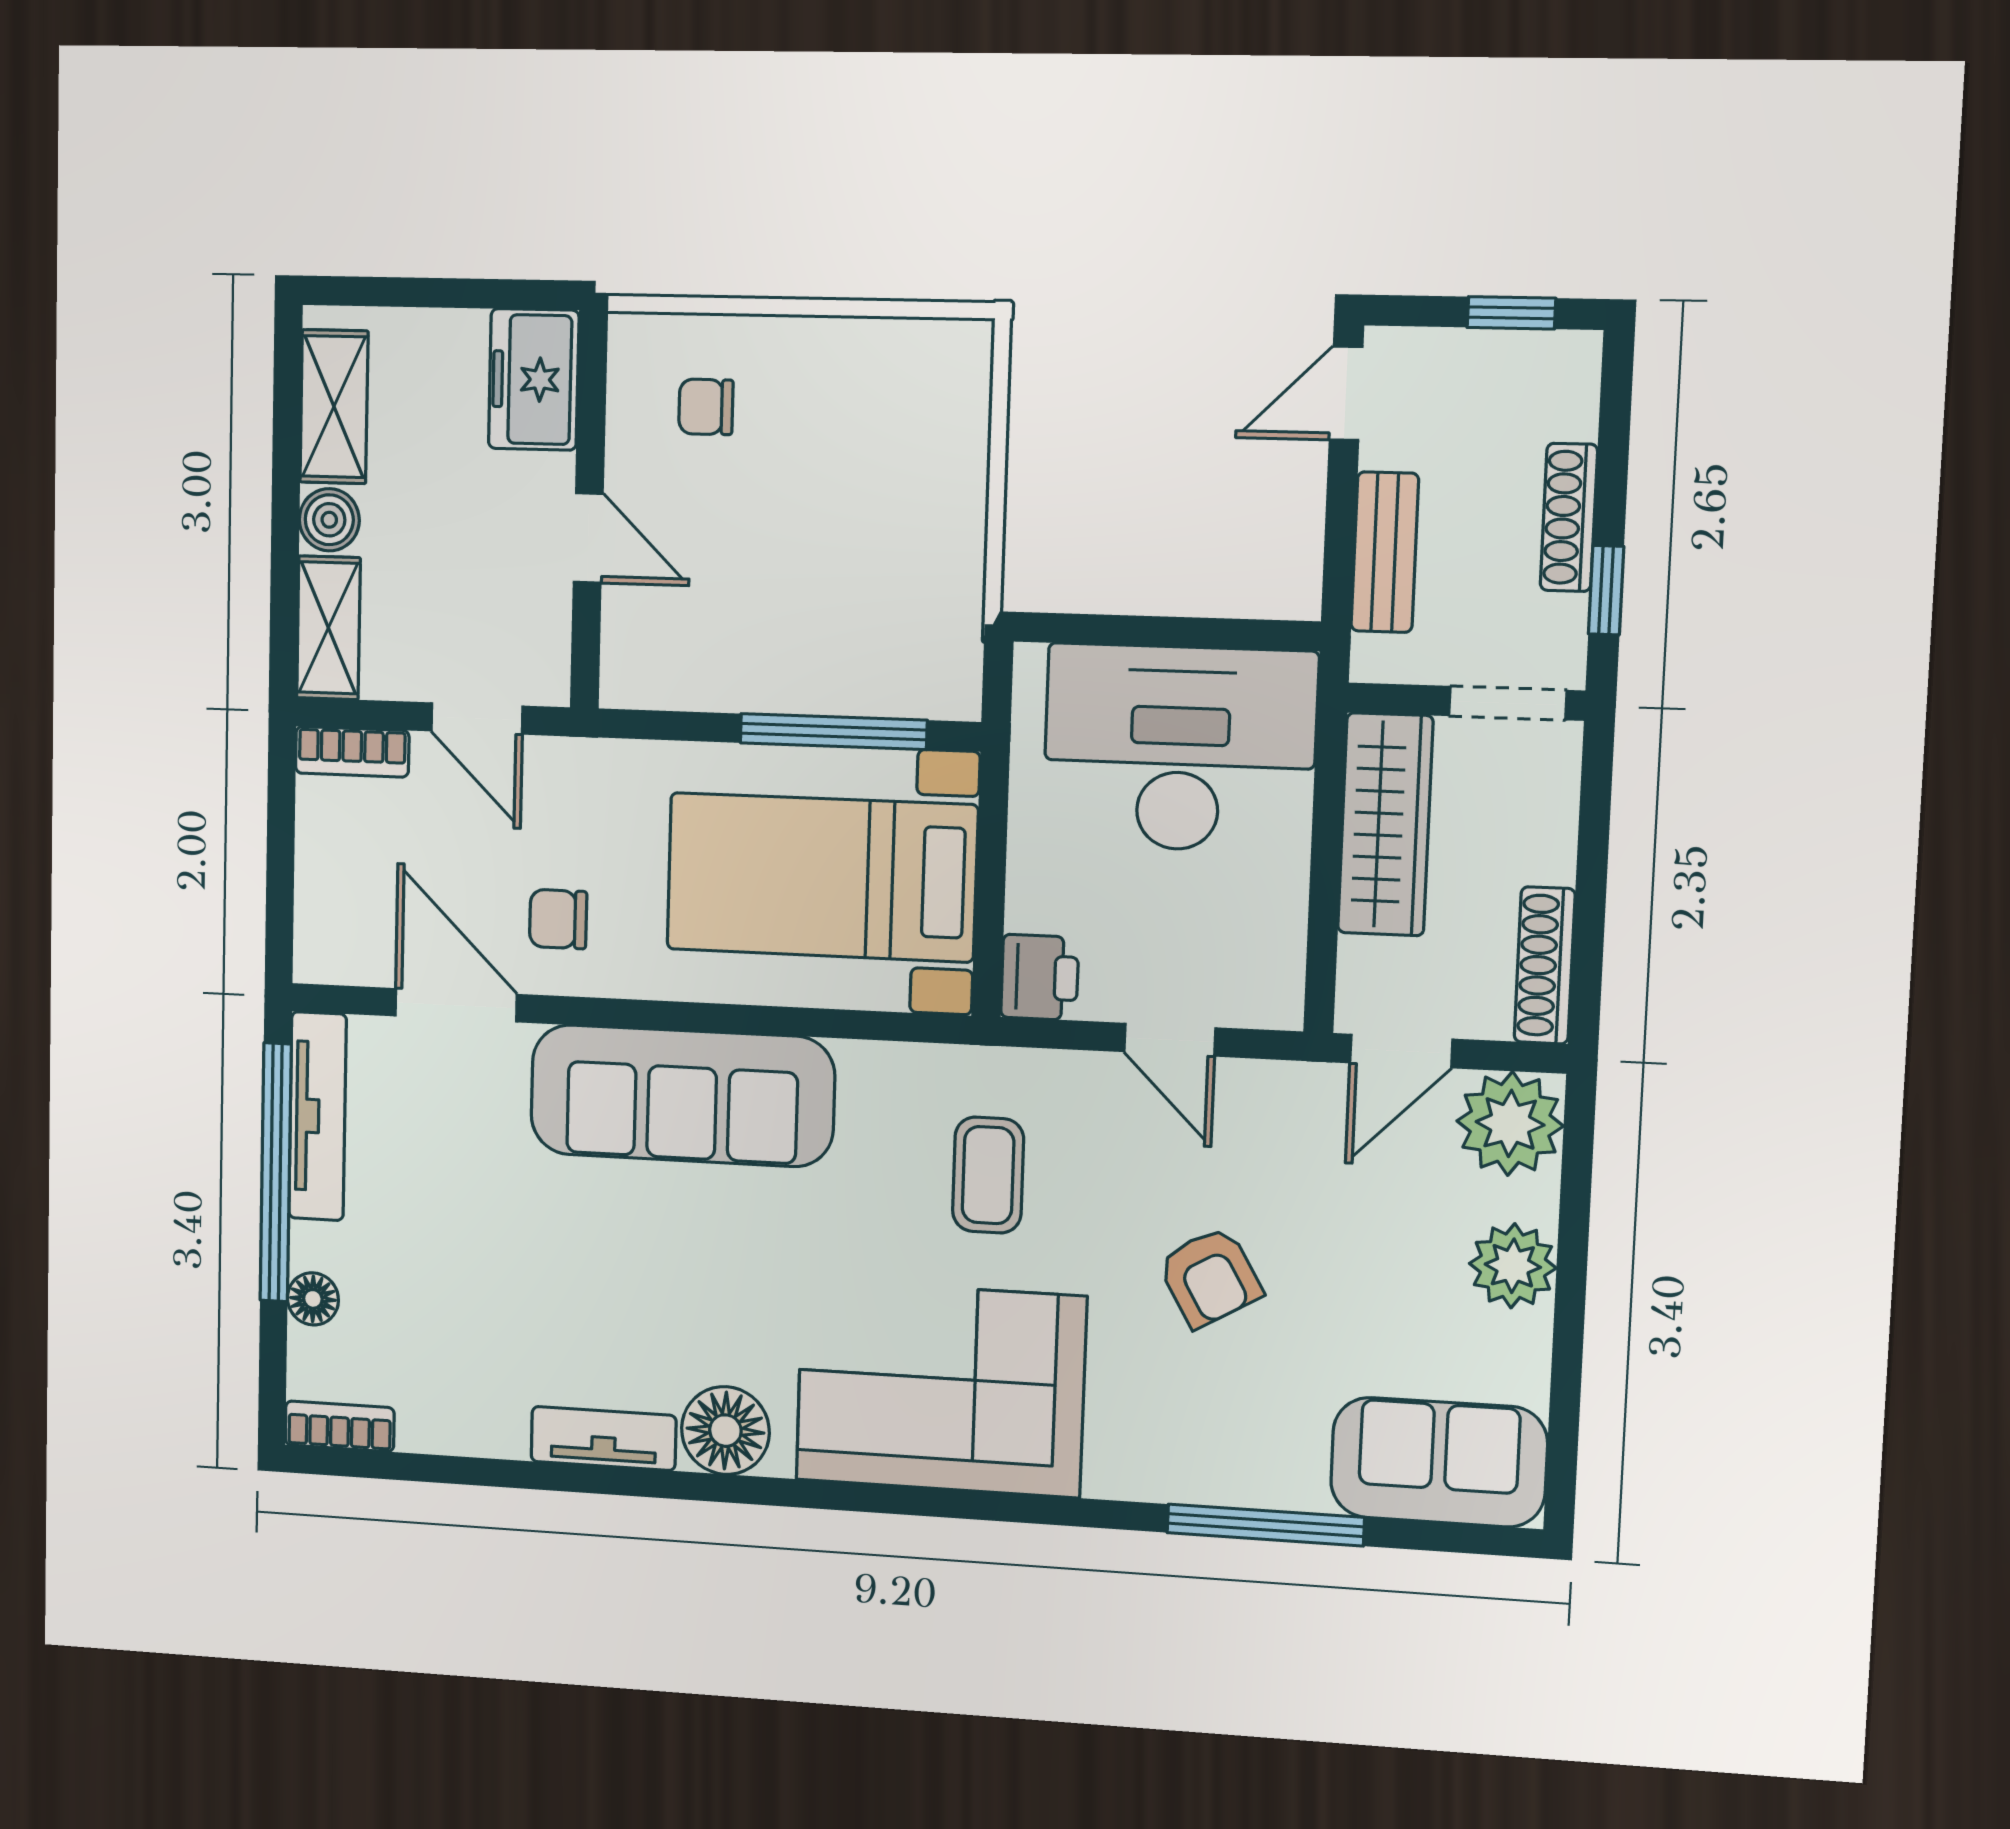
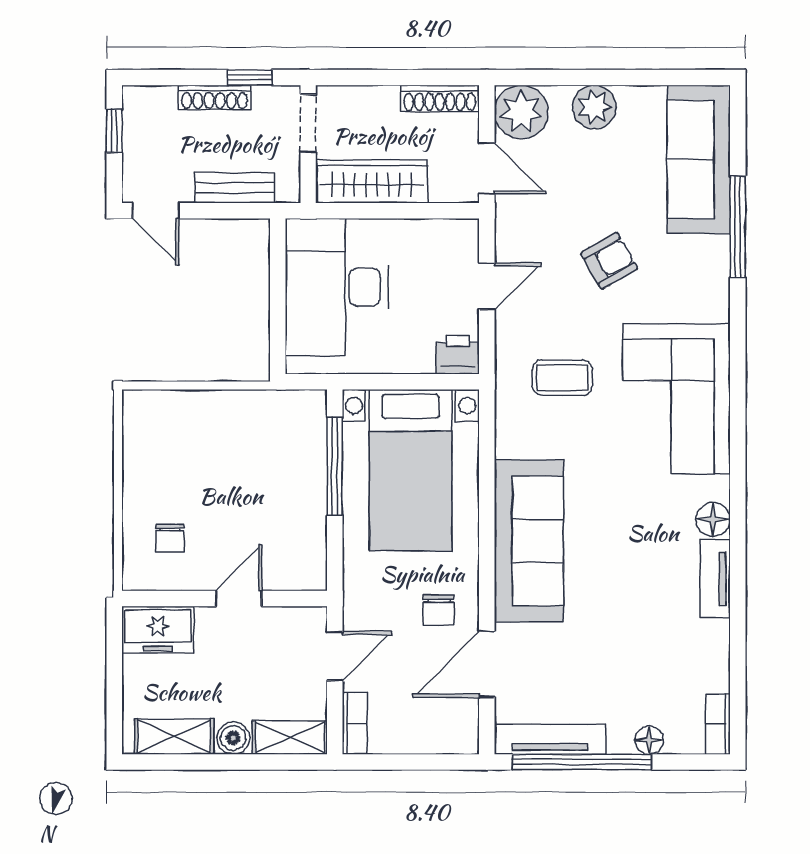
floor lamp: (725, 1431) -> (713, 519), width x0.73, depth x0.73
sofa: (1439, 1462) -> (699, 159), width x1.36

